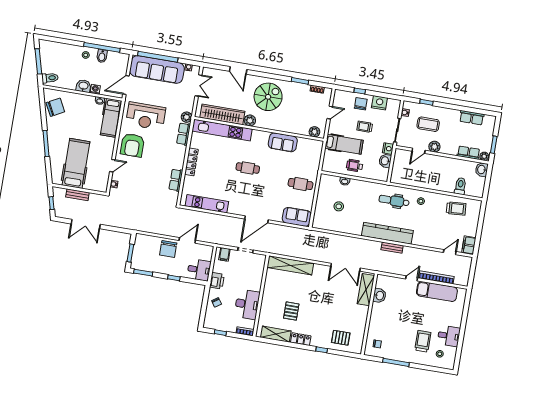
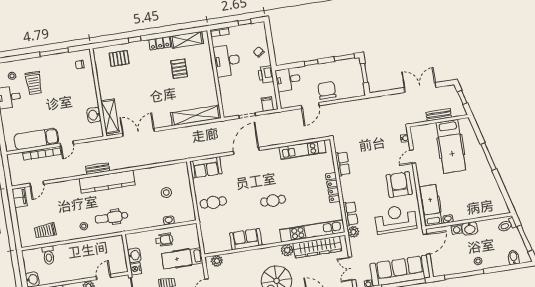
bidet: (102, 56) -> (514, 257), moved
chair: (55, 107) -> (491, 197), removed
dental chair: (394, 201) -> (112, 217), turned 180

